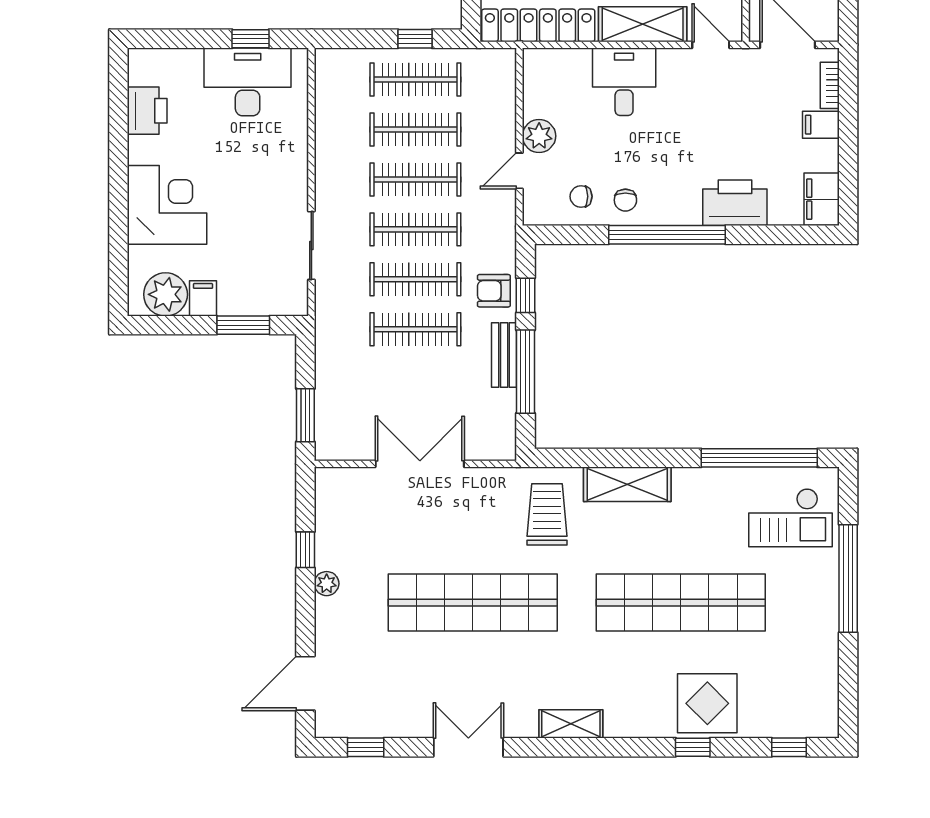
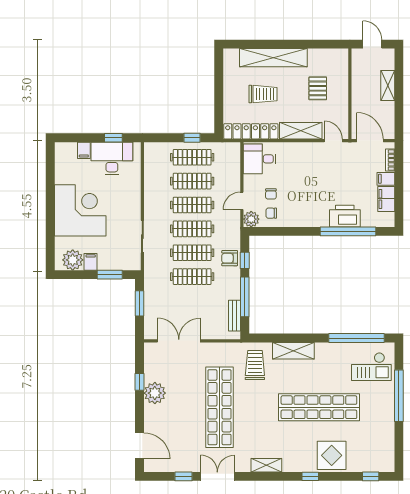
filing cabinet: (189, 65) -> (84, 150), added
desk: (624, 82) -> (260, 159), moved, turned -90
printer: (147, 111) -> (64, 172), removed
plant: (539, 136) -> (251, 219), moved
filing cabinet: (822, 199) -> (386, 199), moved
chair: (625, 200) -> (271, 194), moved
corner desk: (167, 205) -> (80, 210), width x1.36, depth x1.36
window: (667, 235) -> (348, 231), moved
bench: (504, 355) -> (234, 316), moved
window: (305, 415) -> (140, 303), moved
double door: (420, 464) -> (179, 341), moved
plant: (327, 584) -> (155, 393), width x1.87, depth x1.87
shop shelf: (473, 603) -> (220, 407), turned 90
door: (305, 683) -> (140, 446), swing flipped
window: (366, 747) -> (184, 476), moved
window: (693, 747) -> (310, 476), moved

